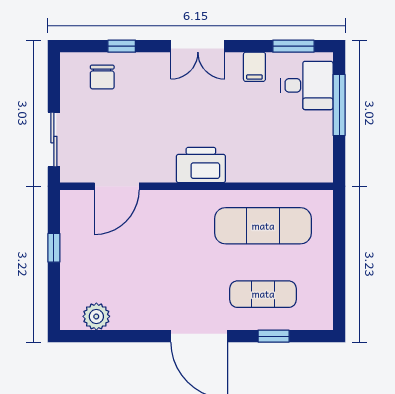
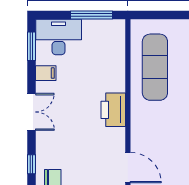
desk: (307, 85) -> (59, 37), width x1.37
window: (339, 105) -> (91, 15), moved

